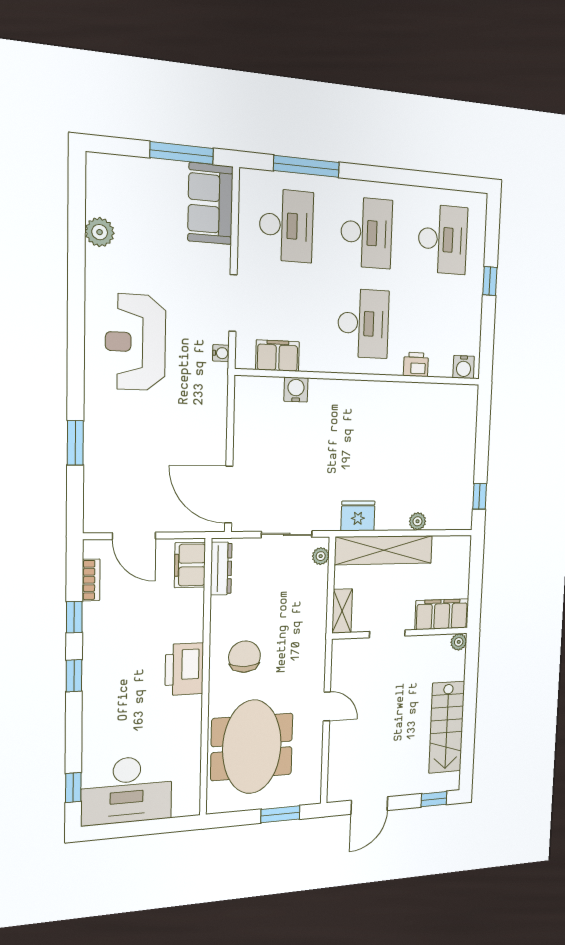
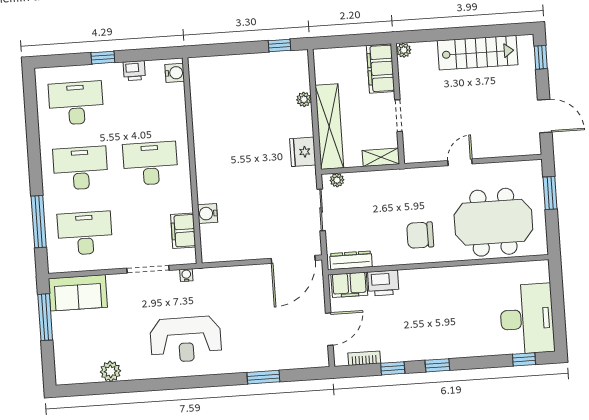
printer: (416, 364) -> (134, 71), moved, turned -90
printer: (184, 669) -> (383, 283), moved, width x0.73, depth x0.84

